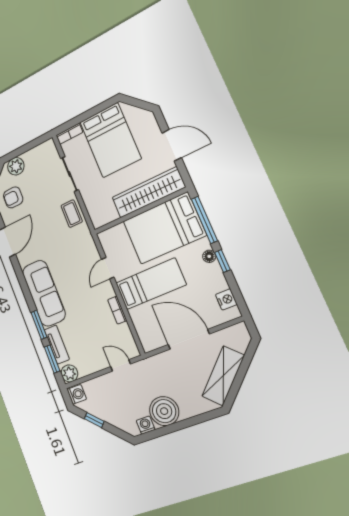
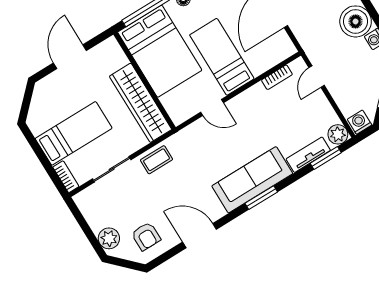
bed: (110, 140) -> (74, 133), width x0.67
wardrobe: (148, 192) -> (141, 103), moved
bookcase: (117, 310) -> (277, 77), moved
window: (39, 325) -> (261, 198), moved

